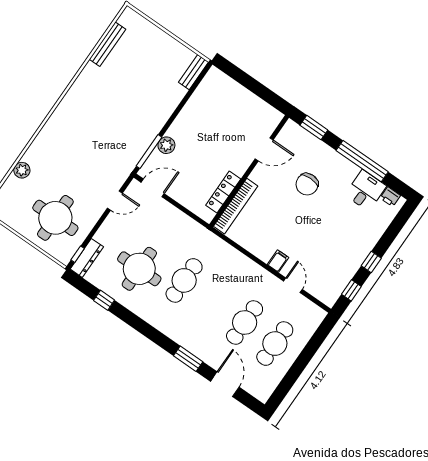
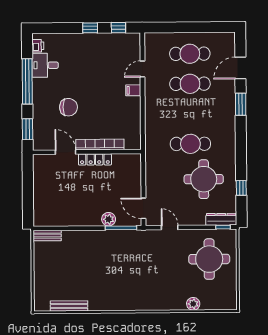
locker: (223, 192) -> (95, 159), moved
bookcase: (236, 206) -> (100, 145), moved

